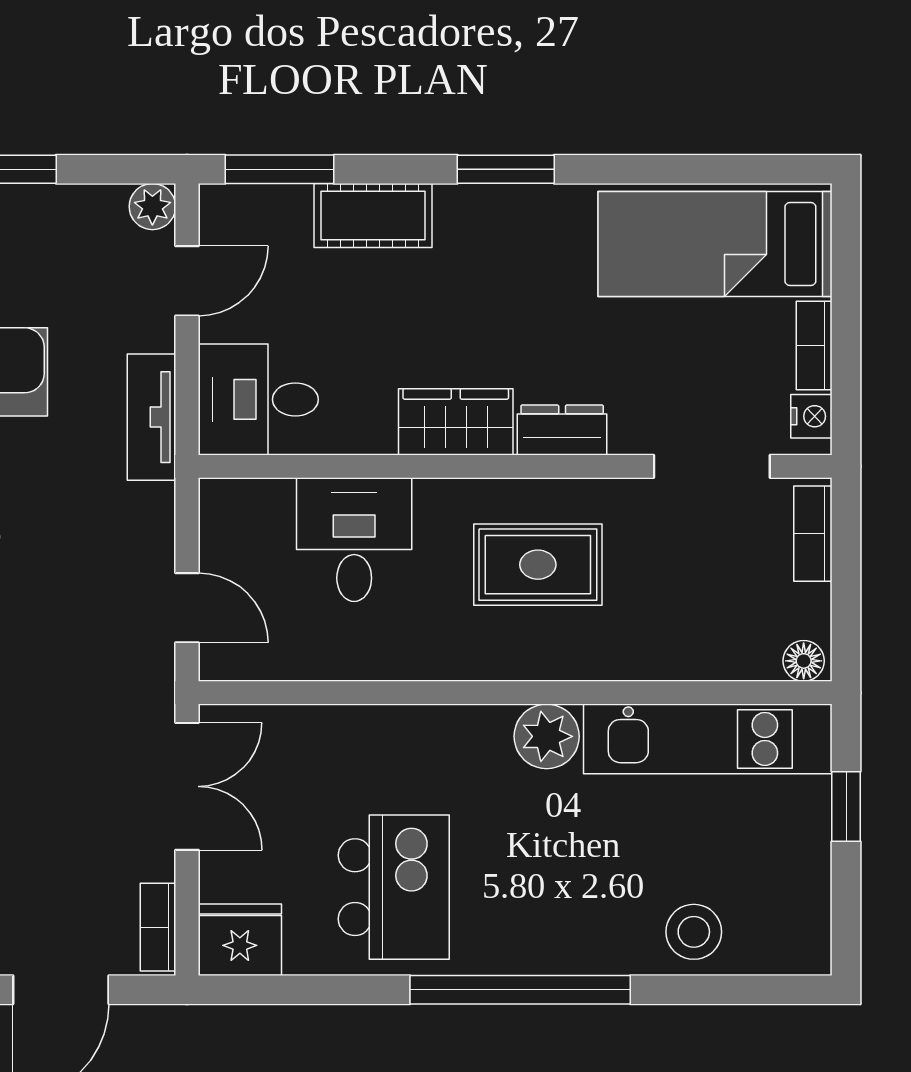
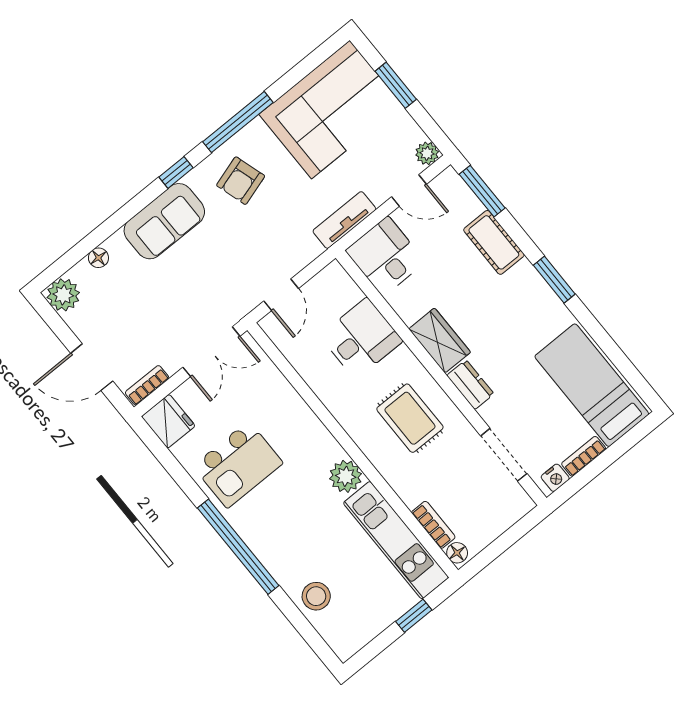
bookcase: (813, 534) -> (433, 525), moved, turned 90

